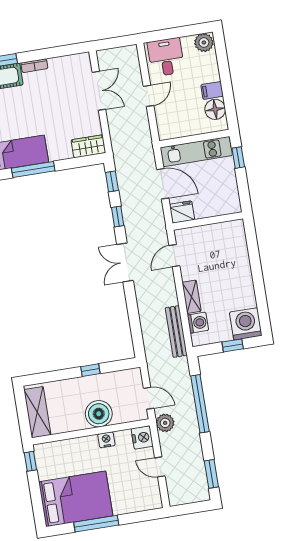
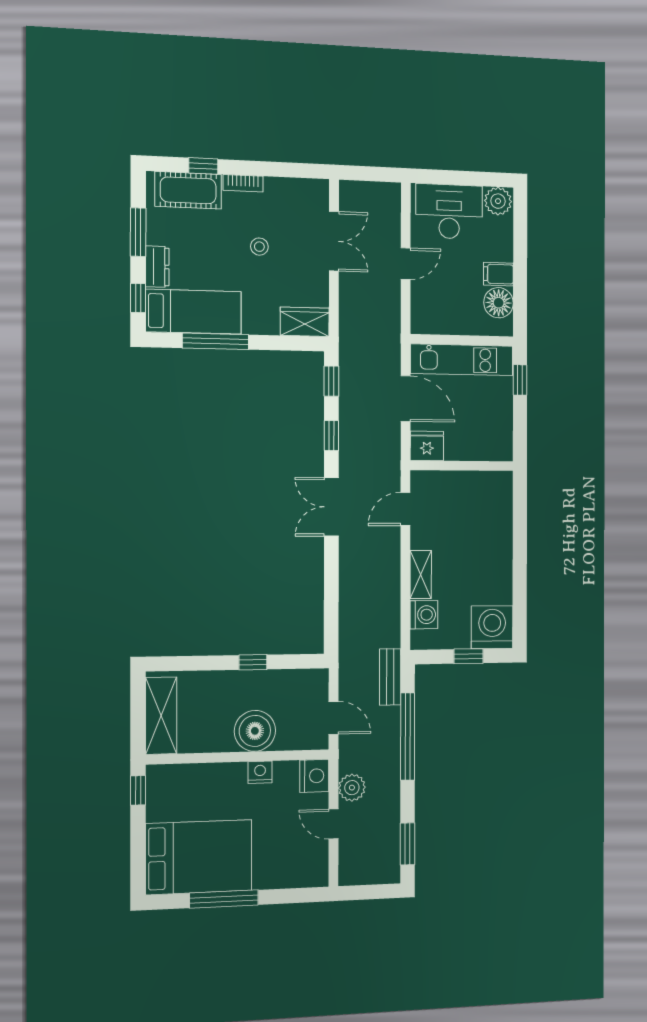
desk: (166, 57) -> (449, 212), width x1.37
stool: (51, 104) -> (259, 247), added
bench: (176, 331) -> (390, 677), moved, width x0.73
plant: (165, 423) -> (352, 788), moved

